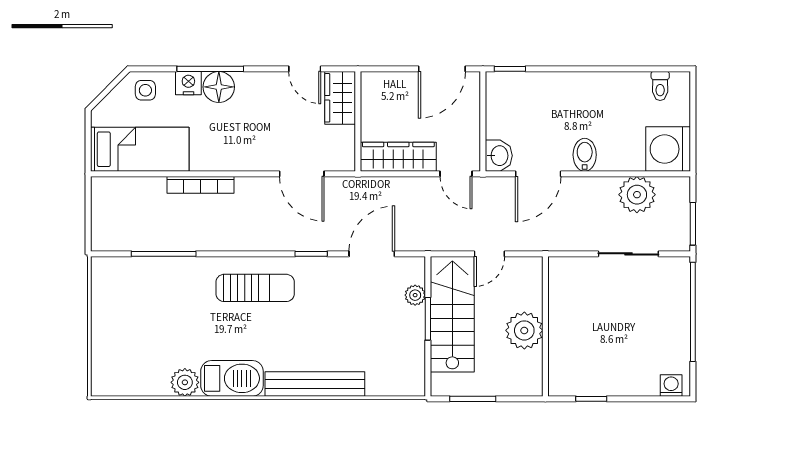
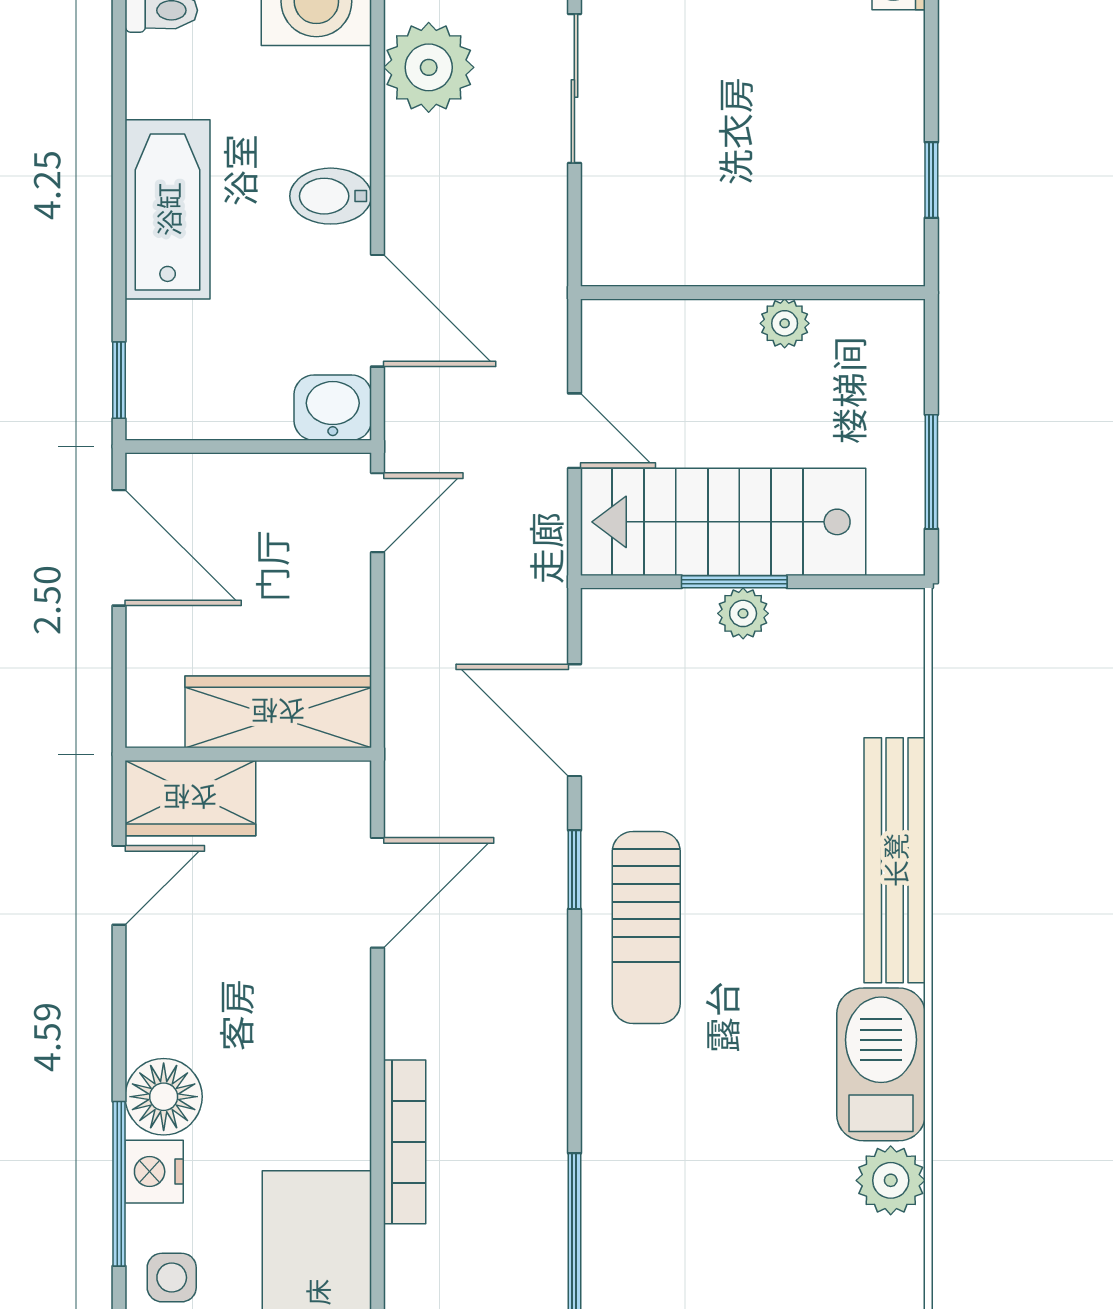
window: (210, 69) -> (119, 1184), moved
bathtub: (579, 89) -> (168, 209), added
wardrobe: (398, 157) -> (278, 712), moved, turned 90
sun lounger: (255, 288) -> (646, 927), moved, turned 180
plant: (415, 295) -> (743, 613), moved
plant: (524, 330) -> (785, 323), width x0.53, depth x0.53

